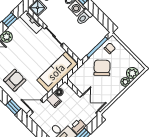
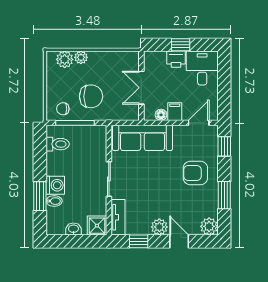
toilet: (84, 17) -> (58, 144), moved
chair: (102, 68) -> (91, 96), turned -136
double door: (89, 104) -> (141, 88), moved
door: (37, 106) -> (199, 123), swing flipped

